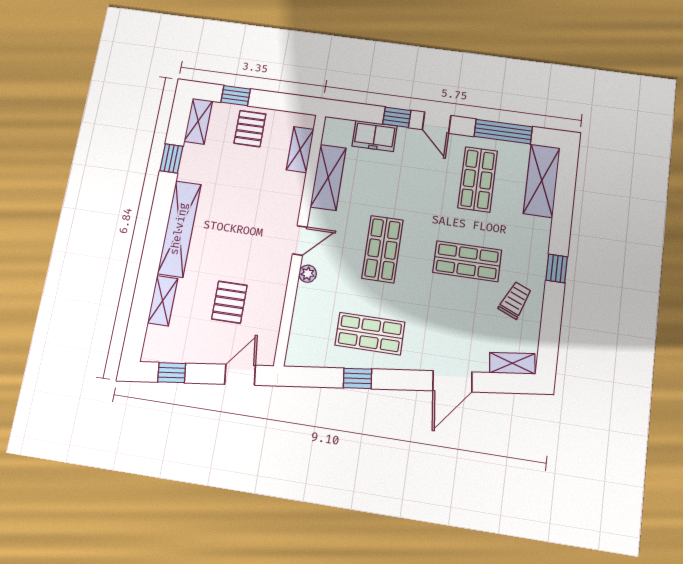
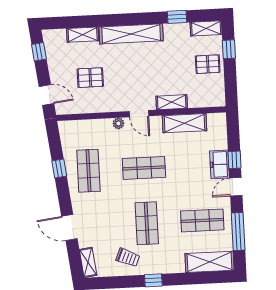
freezer: (375, 136) -> (220, 164), moved
shelving: (300, 150) -> (172, 102), moved

